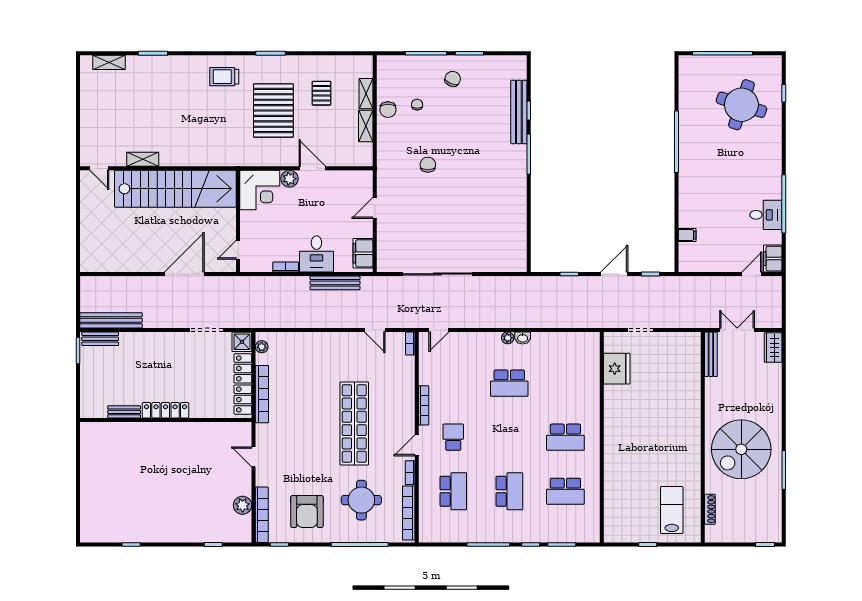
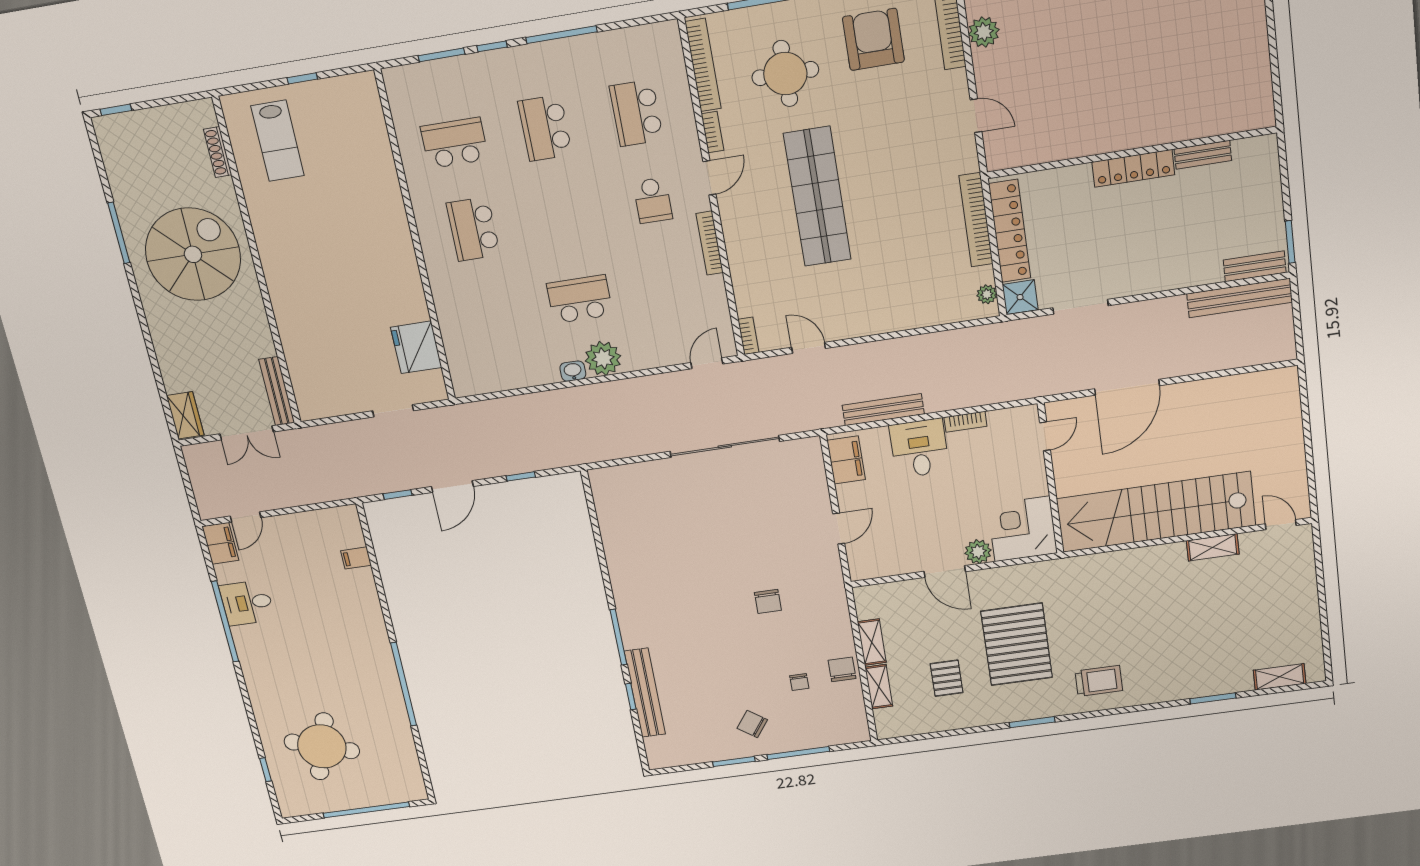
chair: (453, 79) -> (752, 724), turned 103
plant: (508, 338) -> (603, 358), width x1.88, depth x1.88
school desk: (565, 437) -> (473, 229), turned -90

